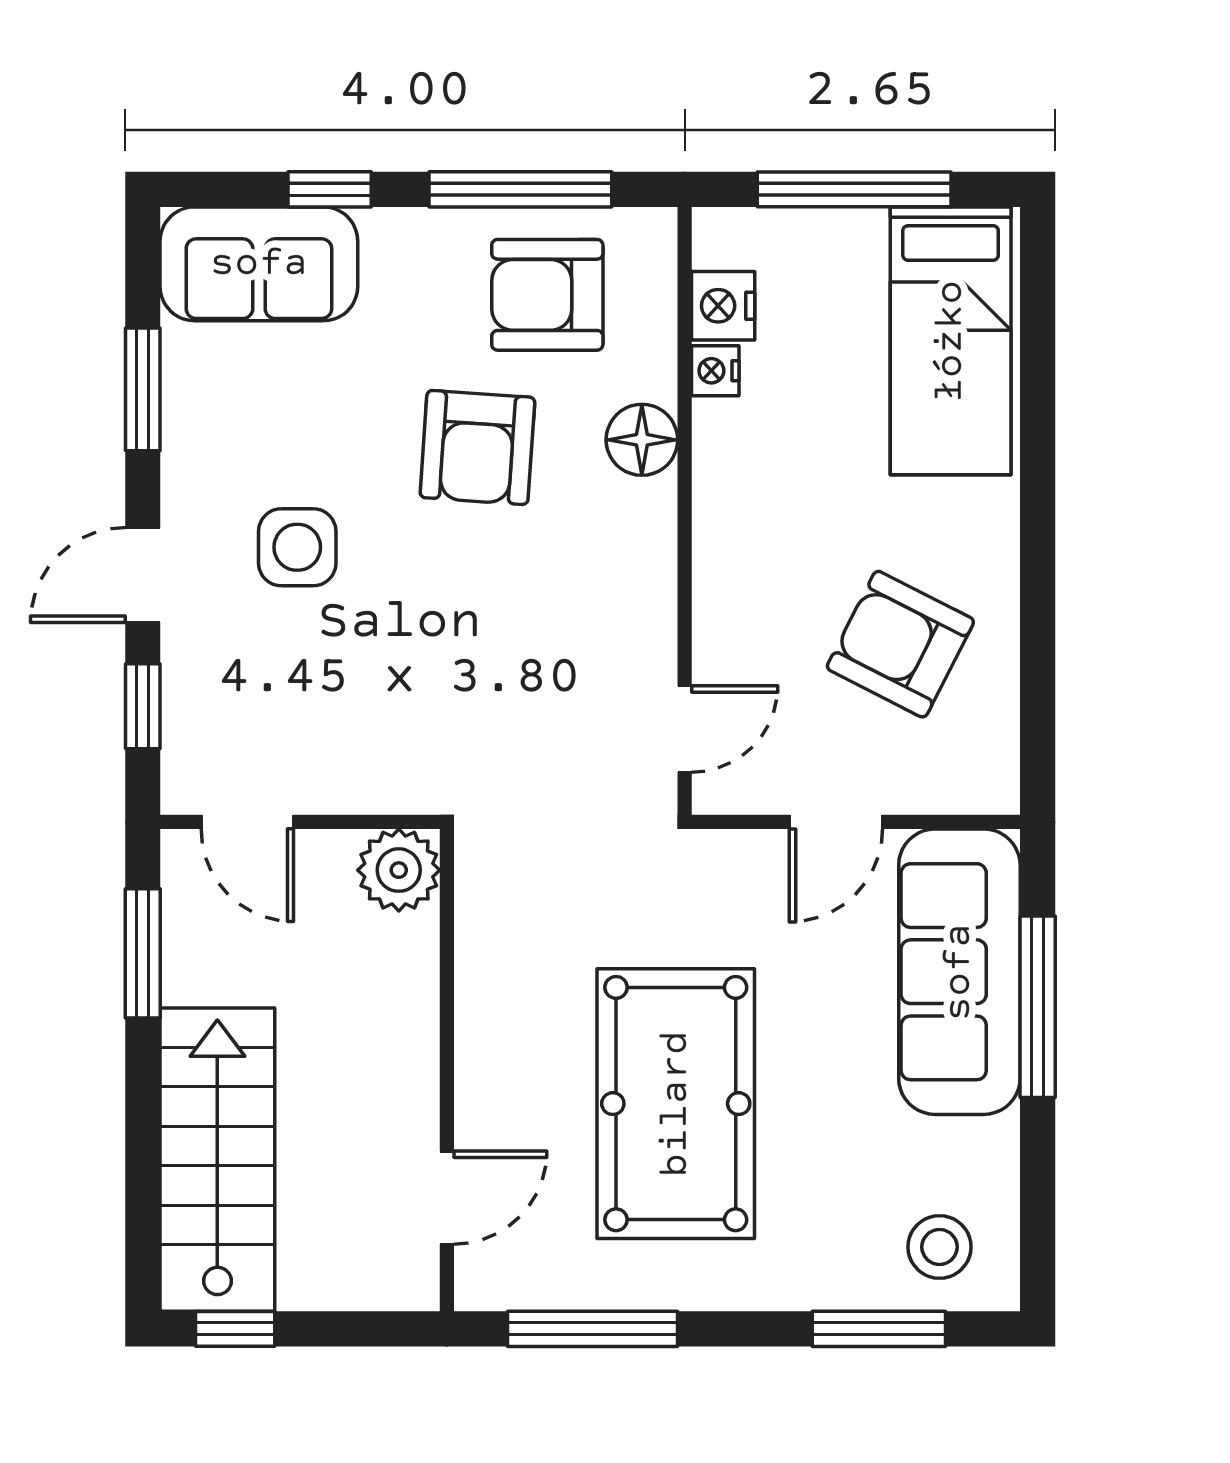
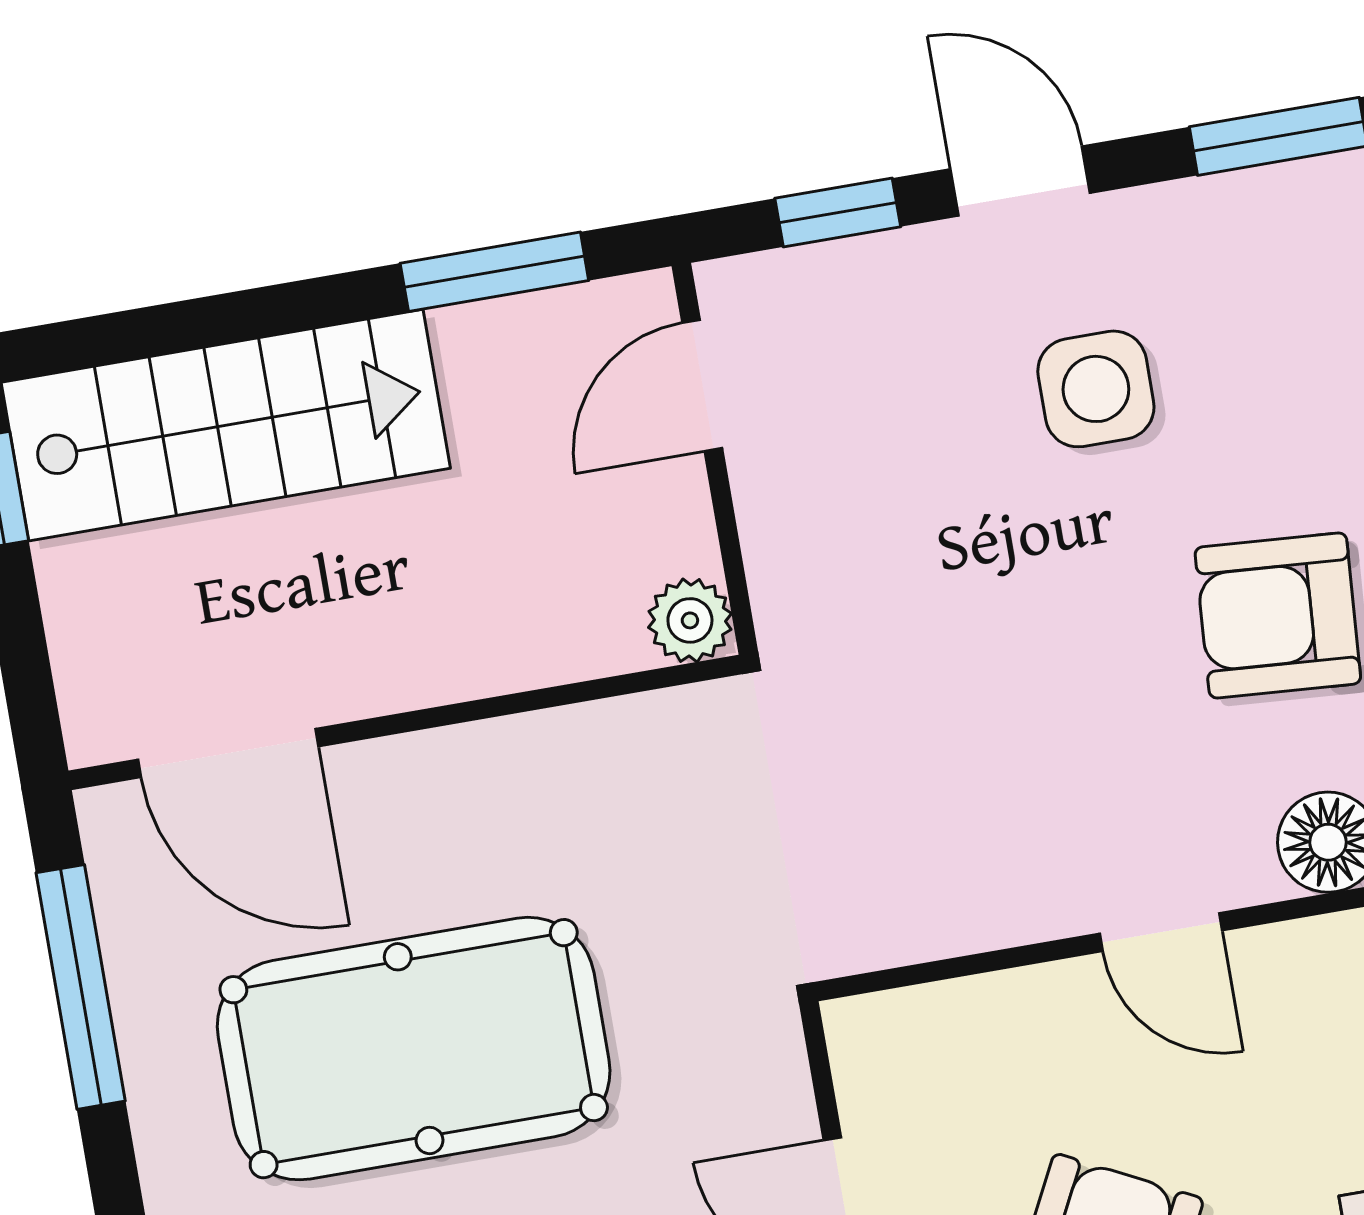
door: (685, 729) -> (1161, 932), moved
plant: (399, 870) -> (690, 620), width x0.73, depth x0.73
door: (447, 1198) -> (228, 753), width x1.38

